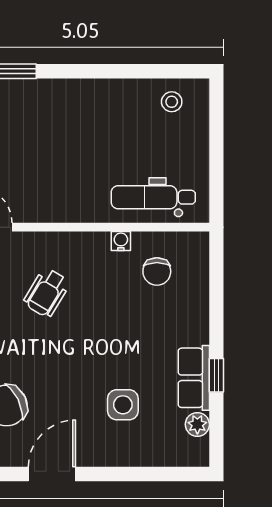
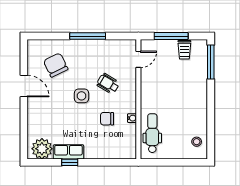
chair: (157, 271) -> (107, 119), moved
side table: (123, 405) -> (81, 96), moved
plant: (197, 424) -> (42, 149), width x1.88, depth x1.88

